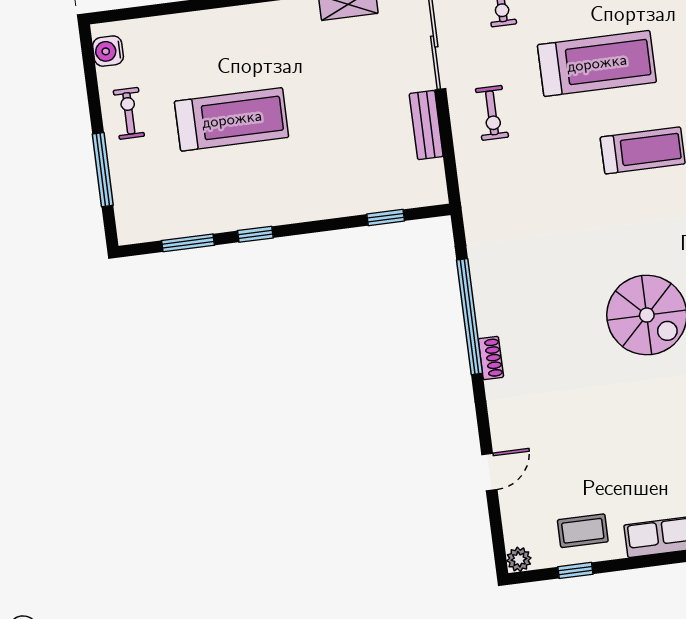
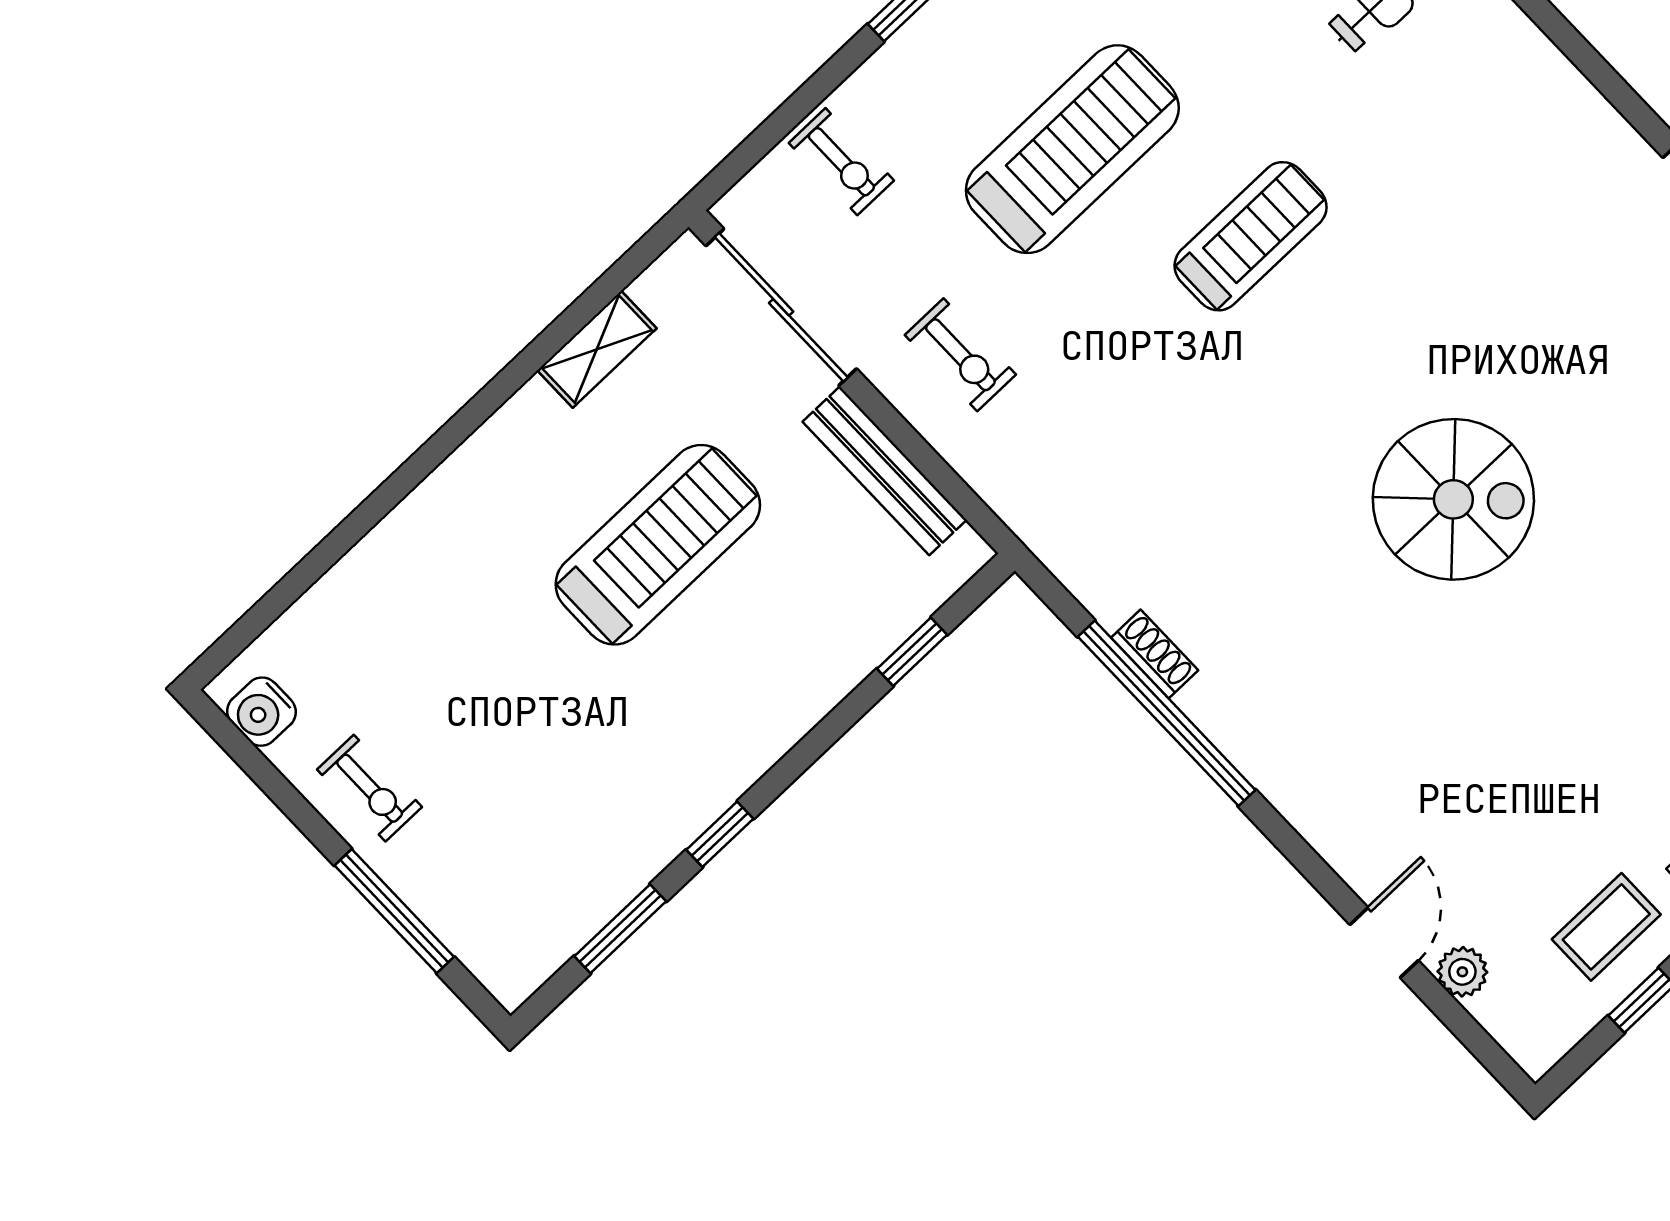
exercise bike: (129, 113) -> (370, 788), turned 180
treadmill: (232, 119) -> (658, 545), moved
bench: (426, 125) -> (885, 471), width x1.36
shoe rack: (491, 358) -> (1155, 654), moved
plant: (519, 559) -> (1462, 972), moved

